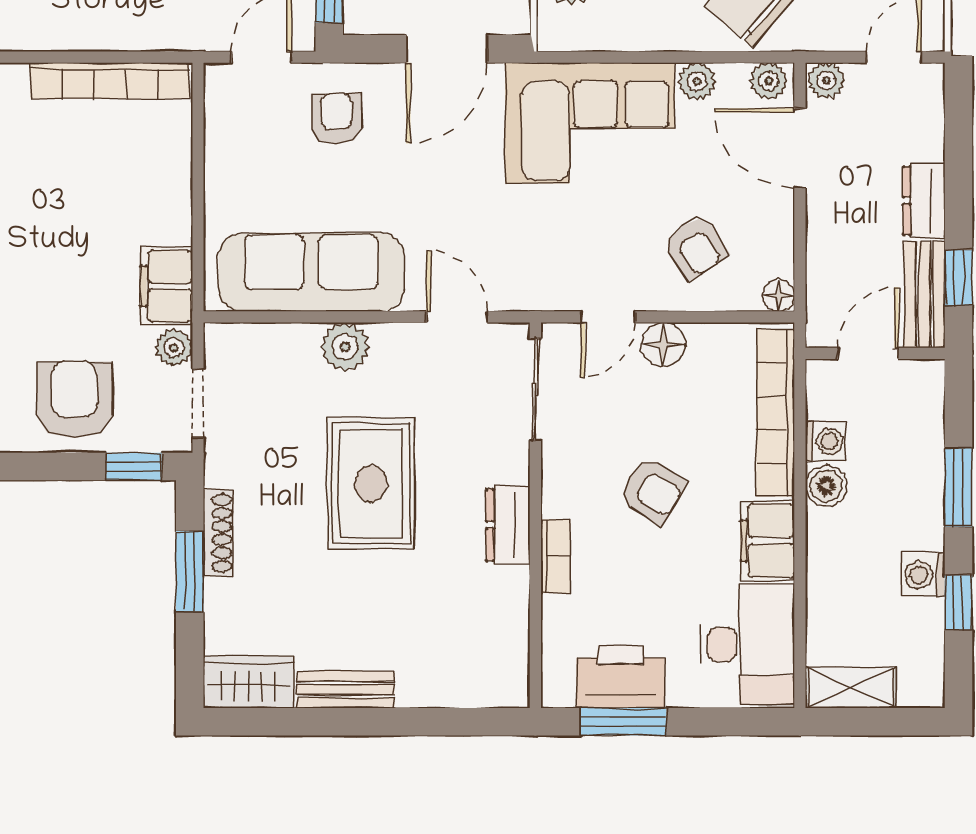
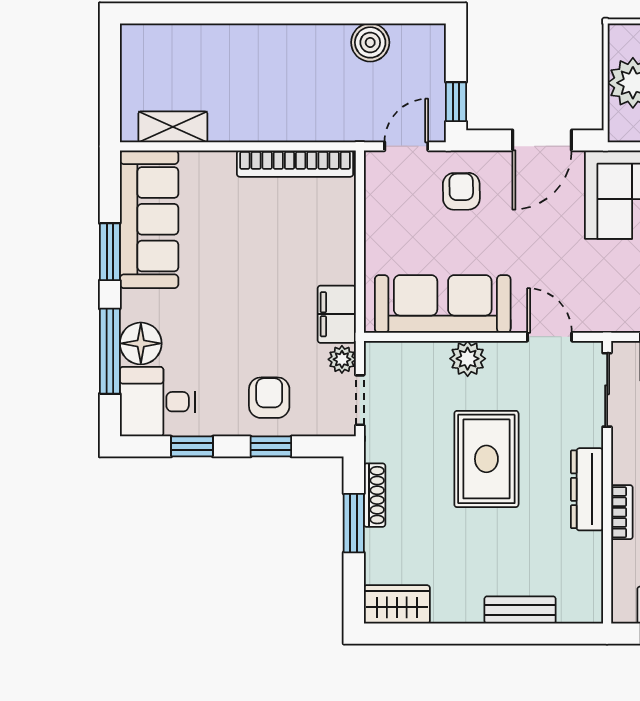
armchair: (74, 400) -> (269, 398), width x0.72, depth x0.72
window: (134, 466) -> (271, 446), moved
dresser: (508, 525) -> (587, 489), width x1.44
bench: (346, 690) -> (520, 610), moved

